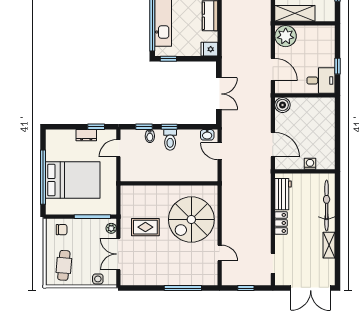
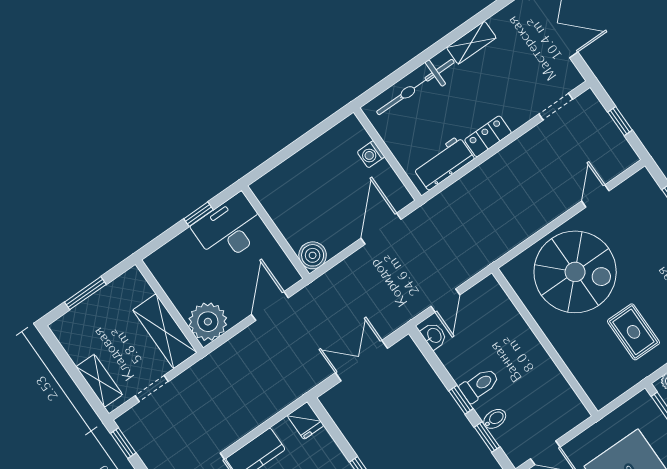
desk: (321, 80) -> (230, 229), width x1.37

